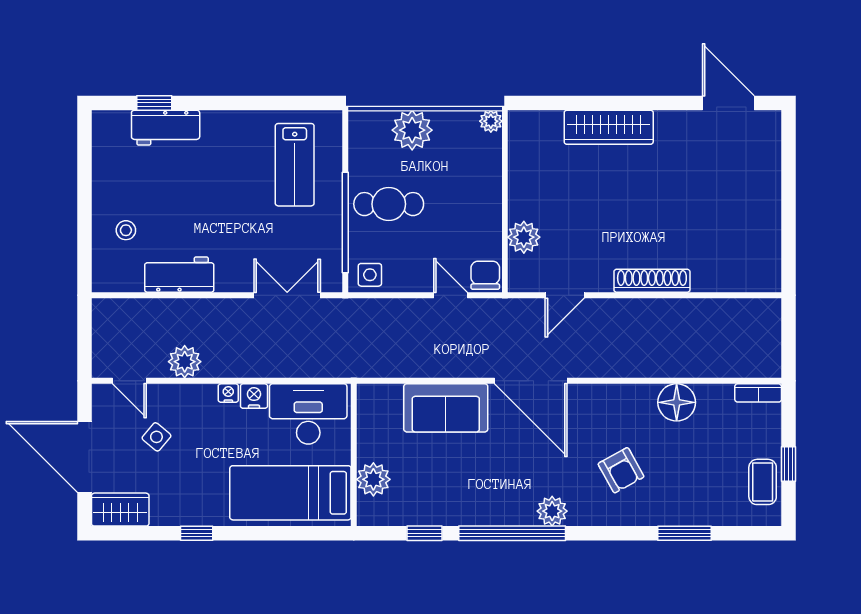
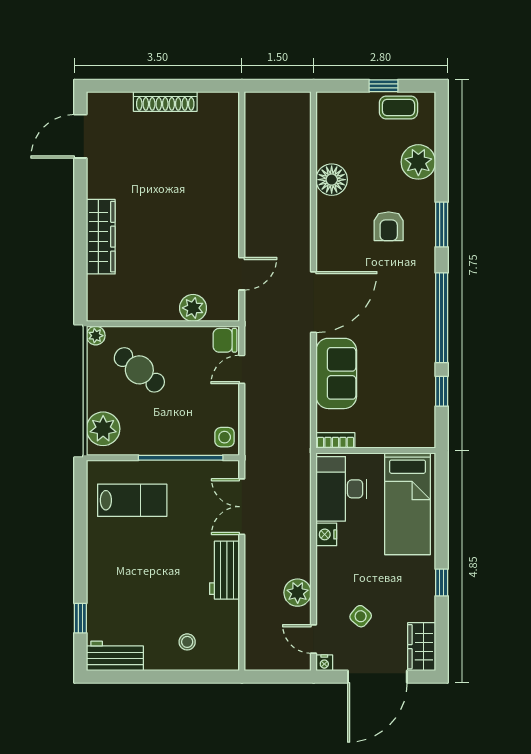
workbench: (166, 128) -> (115, 656), moved, turned -90
plant: (412, 130) -> (103, 429), moved
cafe table: (389, 204) -> (139, 370), moved, turned -51
workbench: (179, 275) -> (224, 570), moved
shoe rack: (652, 281) -> (165, 102), moved, turned -90
door: (565, 295) -> (242, 274), hinge flipped
door: (129, 381) -> (314, 639), swing flipped
nightstand: (228, 393) -> (324, 663), moved, turned -90
bookcase: (758, 393) -> (335, 440), moved, turned -90
armchair: (621, 470) -> (389, 226), turned 119
plant: (373, 479) -> (396, 434), removed
plant: (552, 511) -> (418, 162), moved, width x1.36, depth x1.36
window: (684, 533) -> (442, 225), moved

